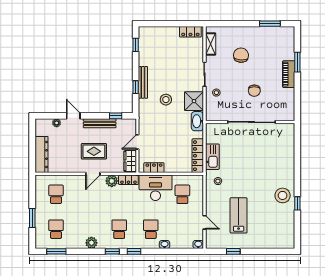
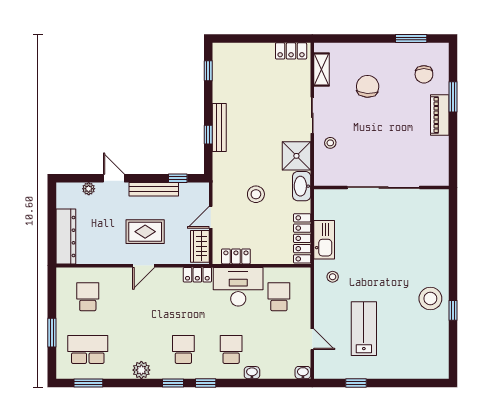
chair: (254, 91) -> (424, 74), moved
stool: (166, 100) -> (256, 194), moved
plant: (112, 181) -> (172, 277), removed
school desk: (56, 229) -> (88, 349), width x1.85

